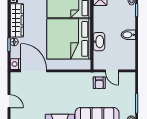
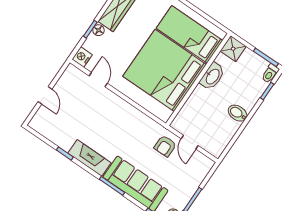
washbasin: (99, 42) -> (212, 76), moved
door: (34, 71) -> (98, 80), width x0.53

